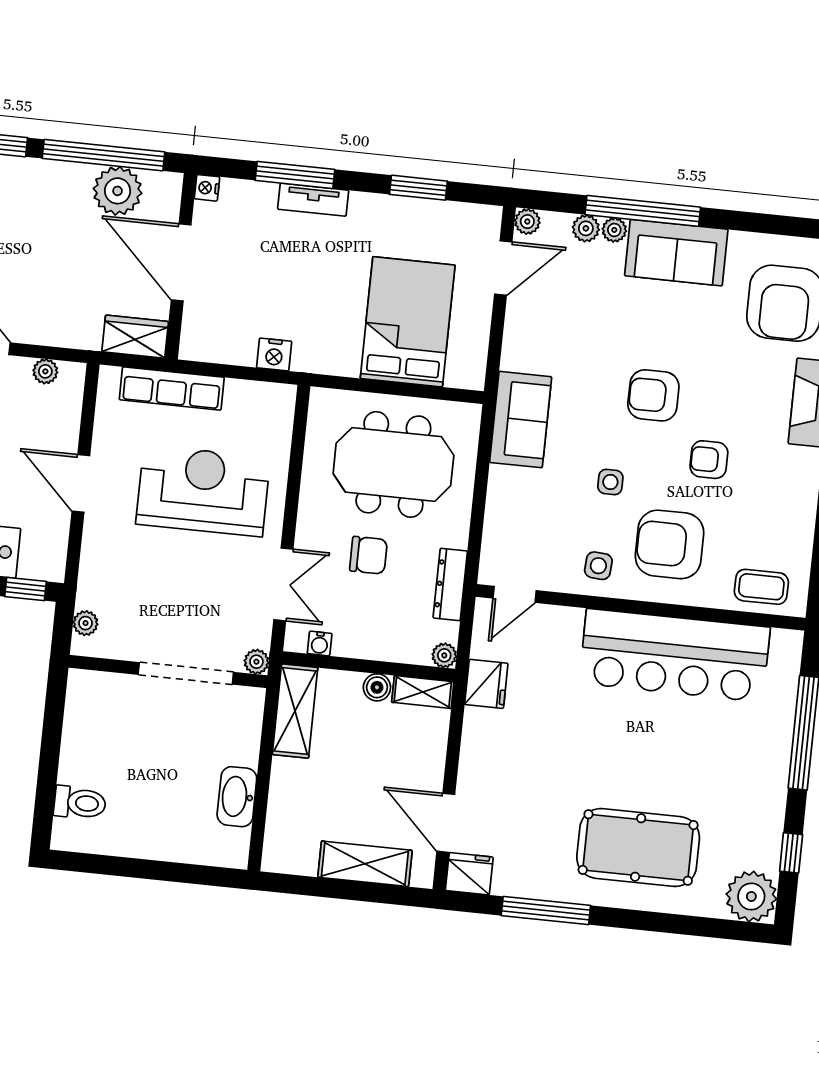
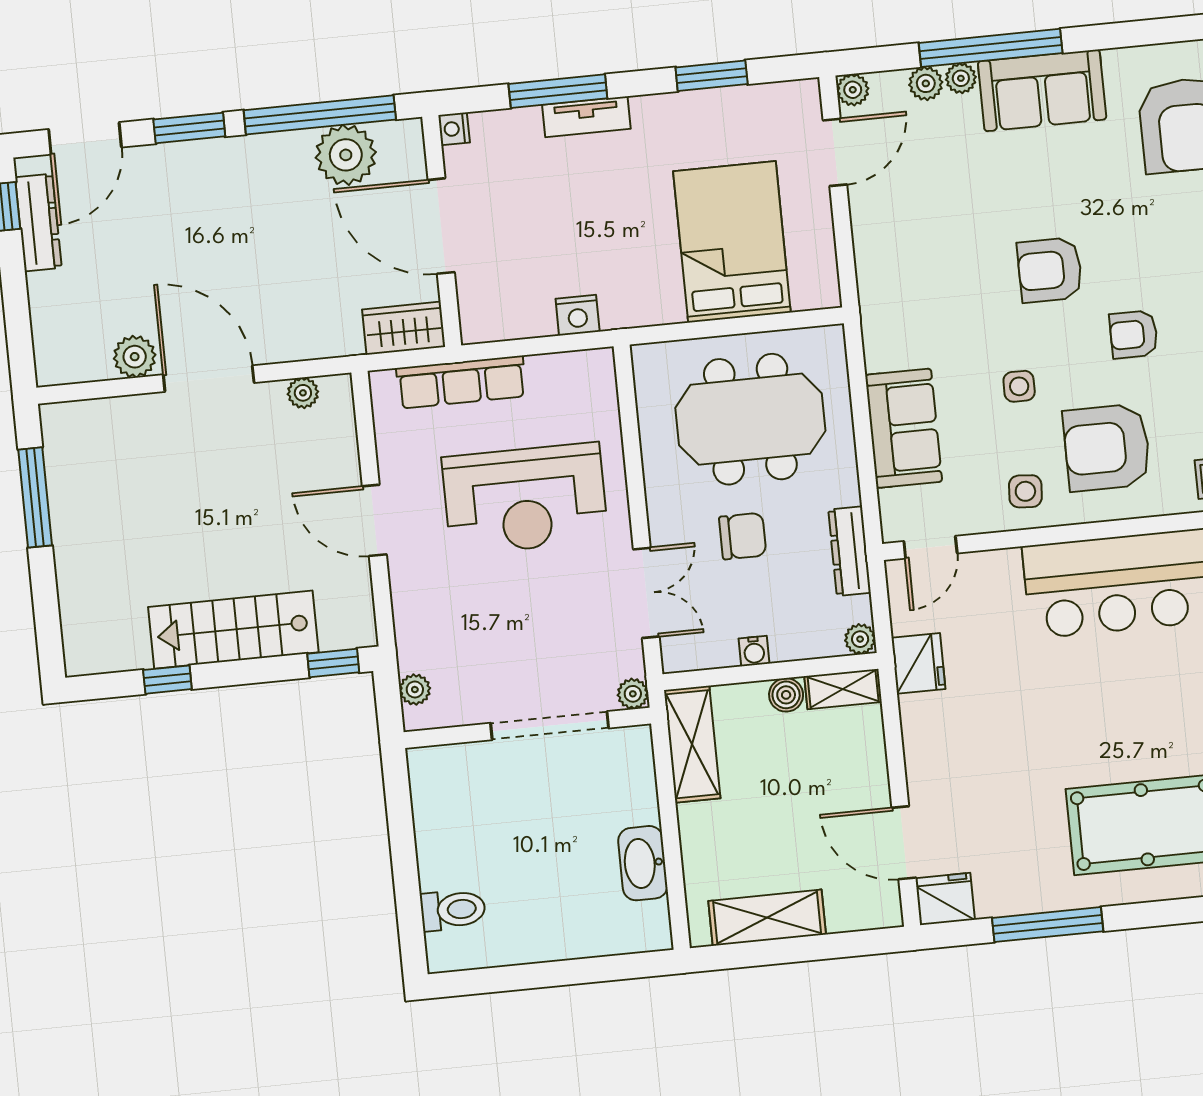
sofa: (521, 420) -> (904, 428), moved
reception desk: (203, 491) -> (525, 499), turned 180
water cooler: (320, 643) -> (754, 651), moved
shelving: (365, 864) -> (767, 918), moved

